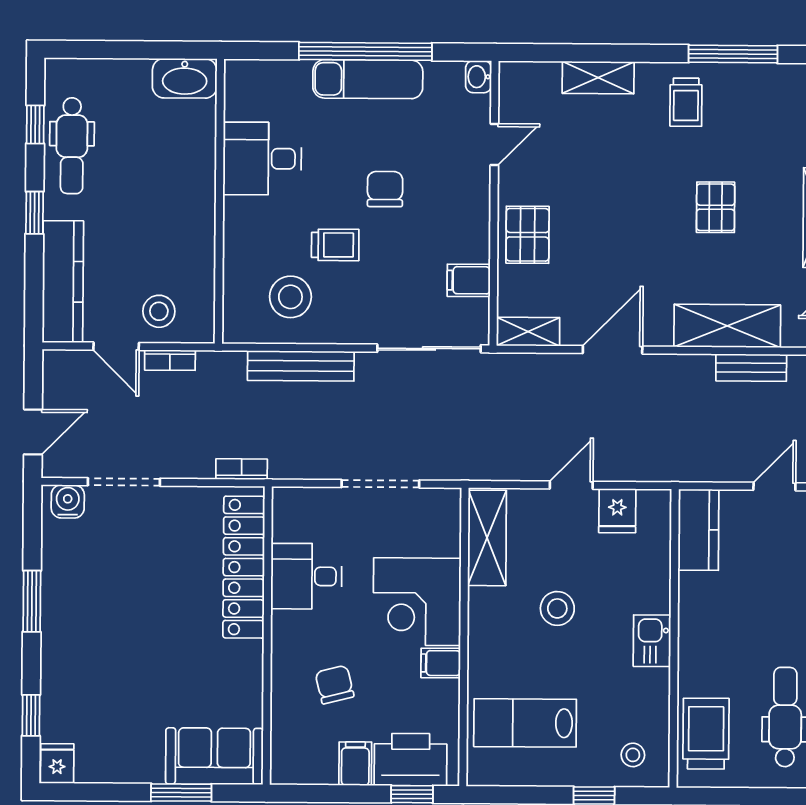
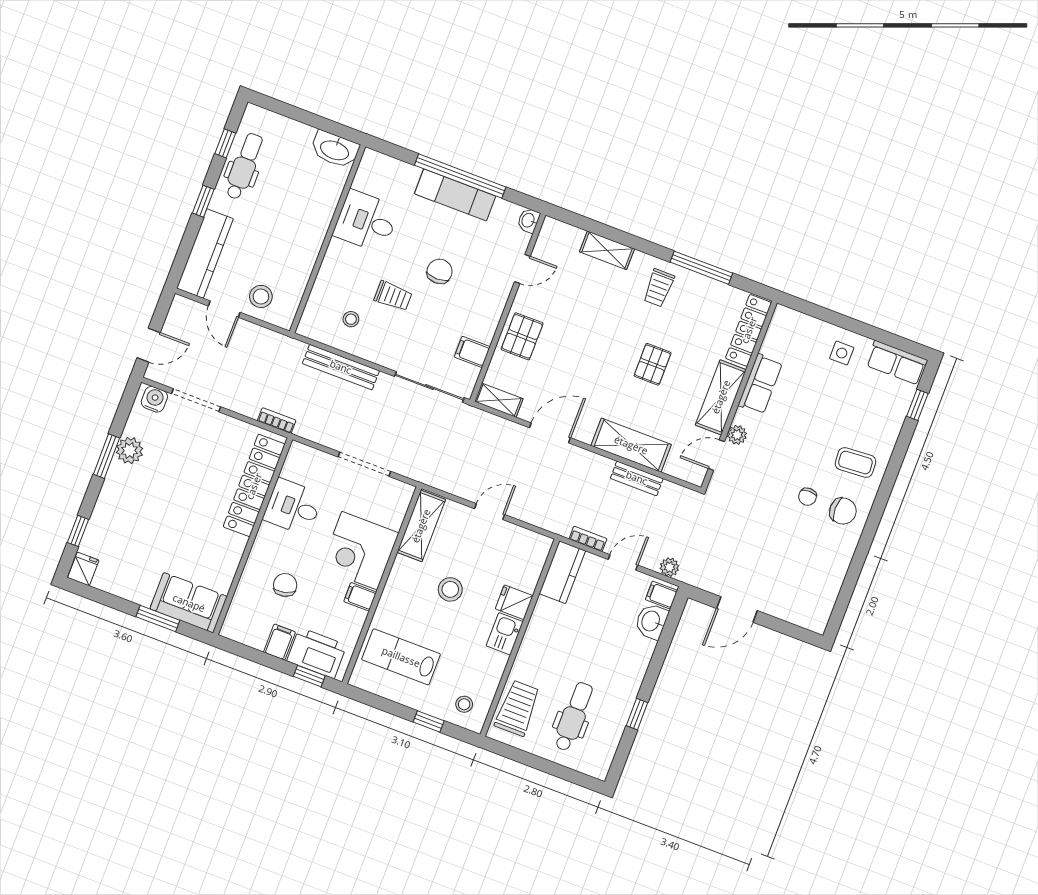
dental chair: (72, 146) -> (244, 166), turned 180
stool: (290, 297) -> (351, 319), width x0.53, depth x0.53
bookcase: (170, 360) -> (588, 539), moved, turned 180
fridge: (617, 511) -> (514, 602), moved, turned 90
plant: (60, 582) -> (130, 450), added

